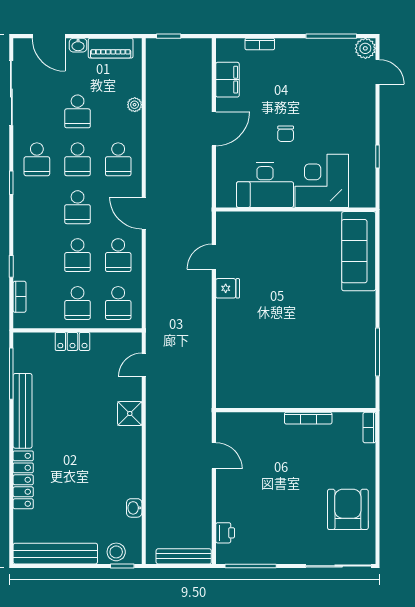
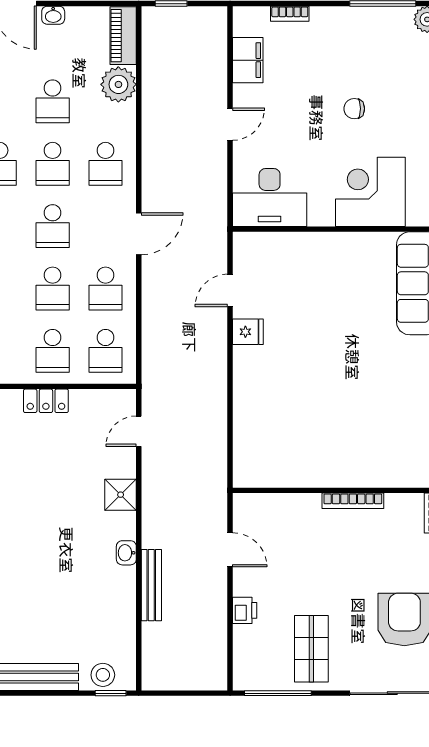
piano: (111, 48) -> (123, 36), moved, turned 90
plant: (135, 105) -> (118, 84), width x1.88, depth x1.88
door: (214, 129) -> (230, 124), width x0.73
chair: (286, 134) -> (354, 109), moved, turned 90
desk: (265, 185) -> (270, 198), moved
door: (144, 213) -> (139, 234), swing flipped
washbasin: (134, 508) -> (126, 553), moved
shop shelf: (276, 532) -> (311, 649), added
printer: (225, 533) -> (245, 610), moved
bench: (184, 556) -> (151, 585), moved, turned 90

